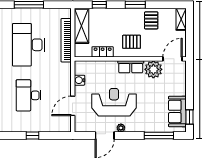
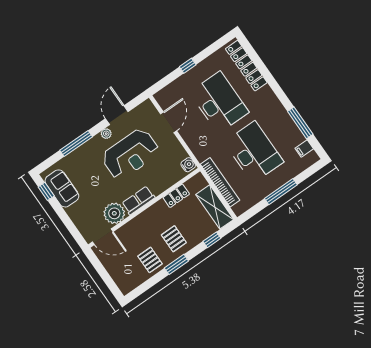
shelving: (181, 19) -> (121, 282), removed
pallet: (132, 42) -> (174, 239), moved, turned 90
door: (173, 59) -> (103, 237), hinge flipped
water cooler: (80, 80) -> (188, 165), moved
desk: (29, 95) -> (219, 102), width x1.36, depth x1.30
window: (159, 136) -> (76, 143), moved

